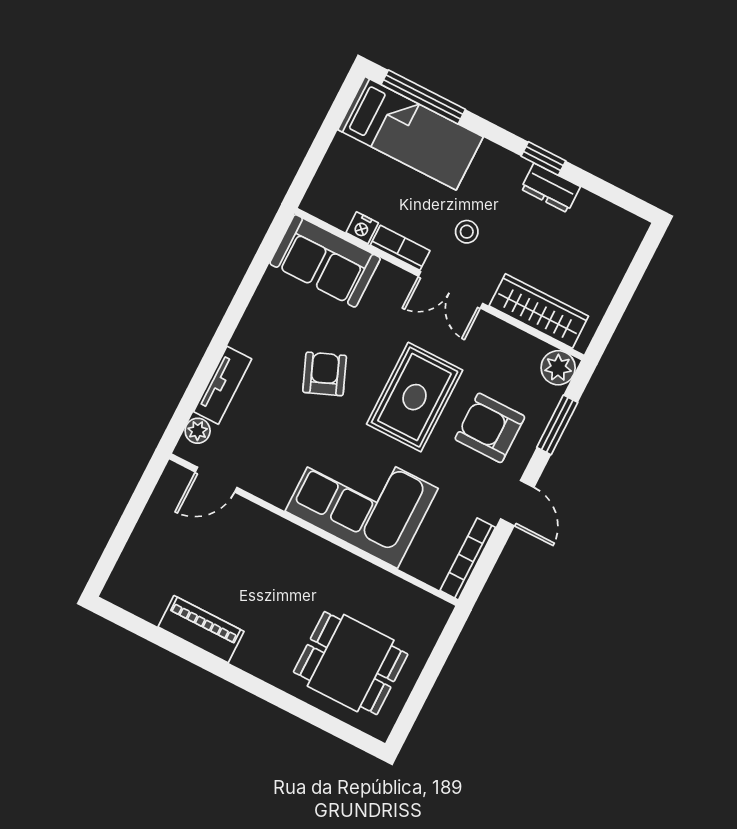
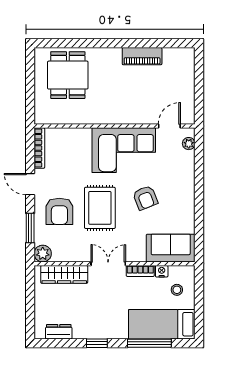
window: (423, 97) -> (149, 343), moved
dresser: (551, 188) -> (59, 332), moved
stool: (467, 232) -> (177, 290), moved
tv unit: (223, 385) -> (188, 169), removed
armchair: (490, 428) -> (59, 211), turned 90
corner sofa: (362, 500) -> (124, 150), moved
dining table: (351, 663) -> (68, 75), turned 90

